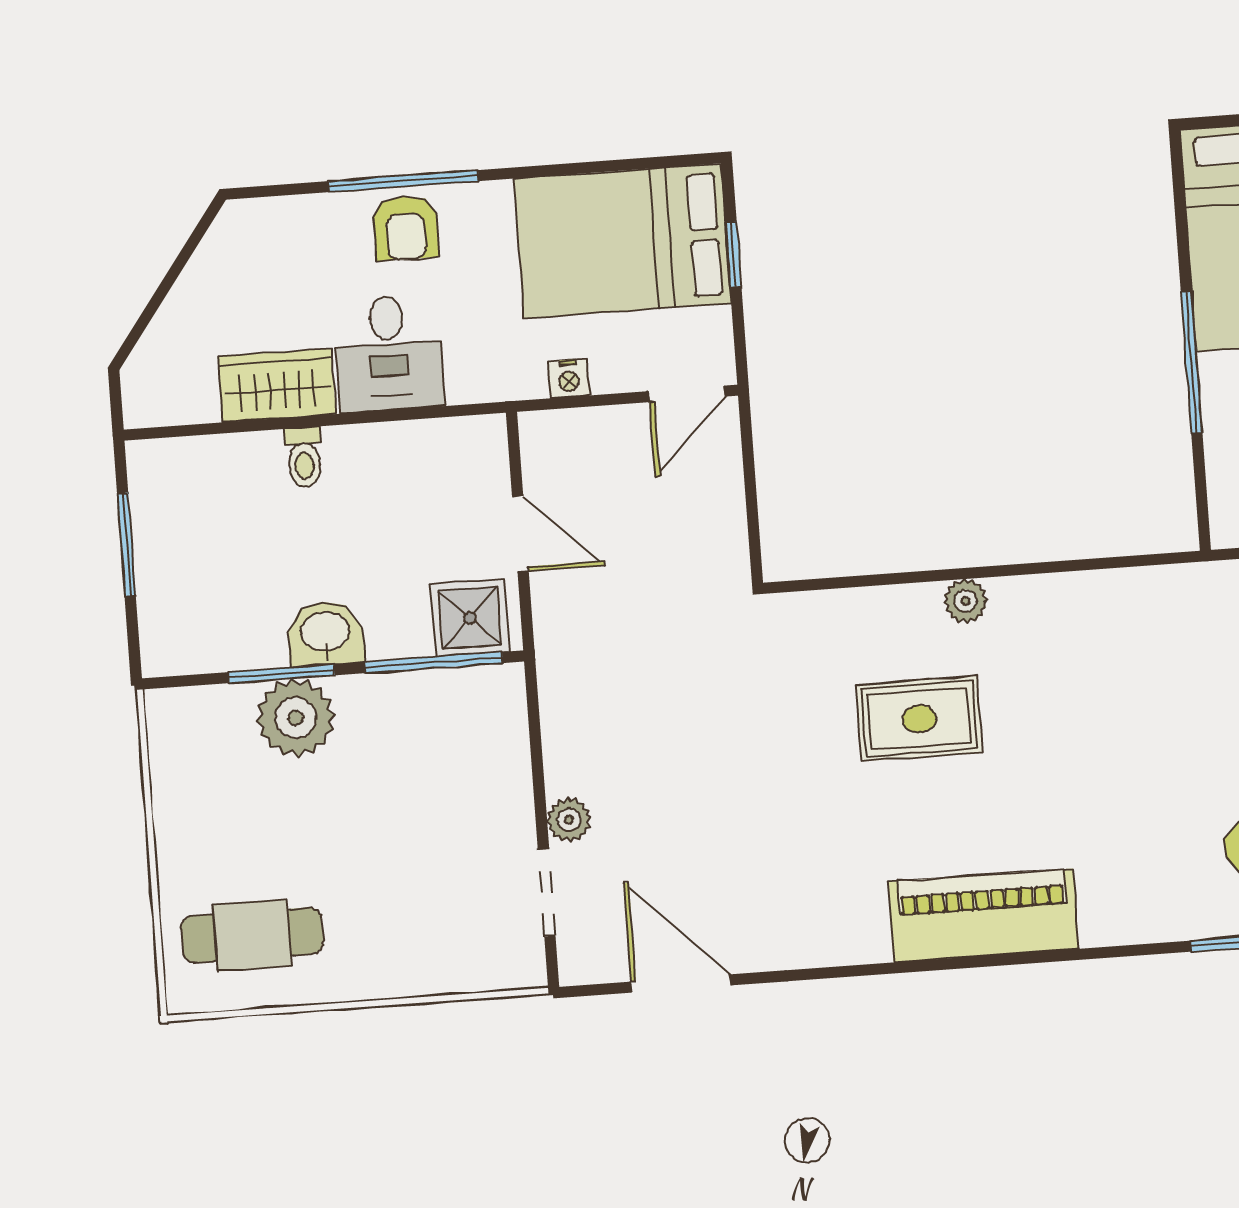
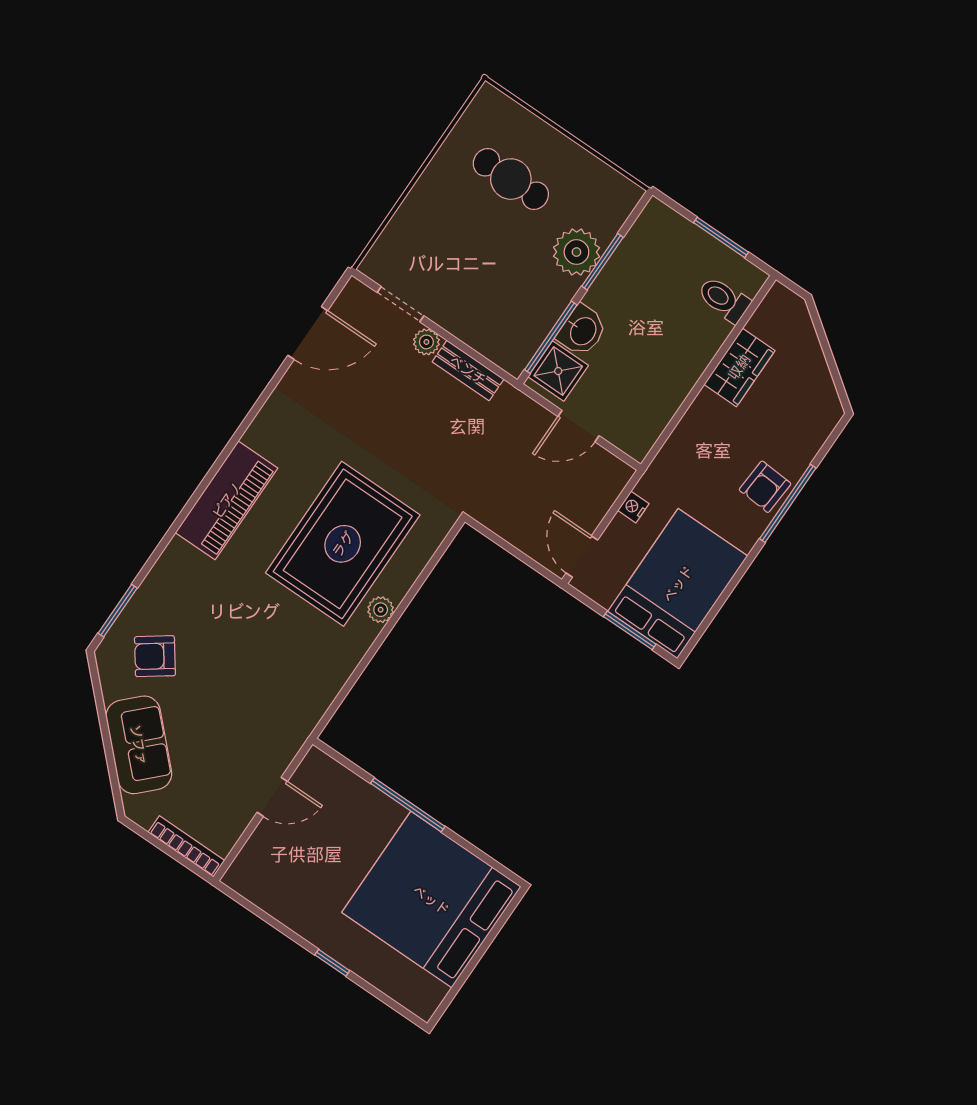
armchair: (405, 228) -> (765, 487), turned -86
window: (733, 255) -> (630, 630), width x1.50
desk: (389, 353) -> (713, 432), removed
toilet: (304, 457) -> (724, 299), moved, width x1.37, depth x1.39
washbasin: (325, 633) -> (582, 331), moved
rug: (919, 719) -> (343, 544), width x1.86, depth x2.06
bench: (563, 736) -> (468, 370), added
cafe table: (252, 935) -> (511, 179), moved, turned 90

